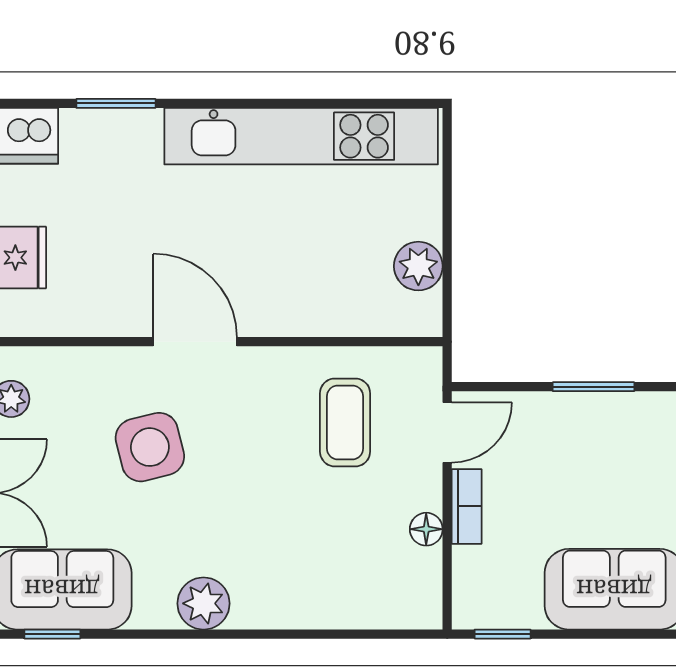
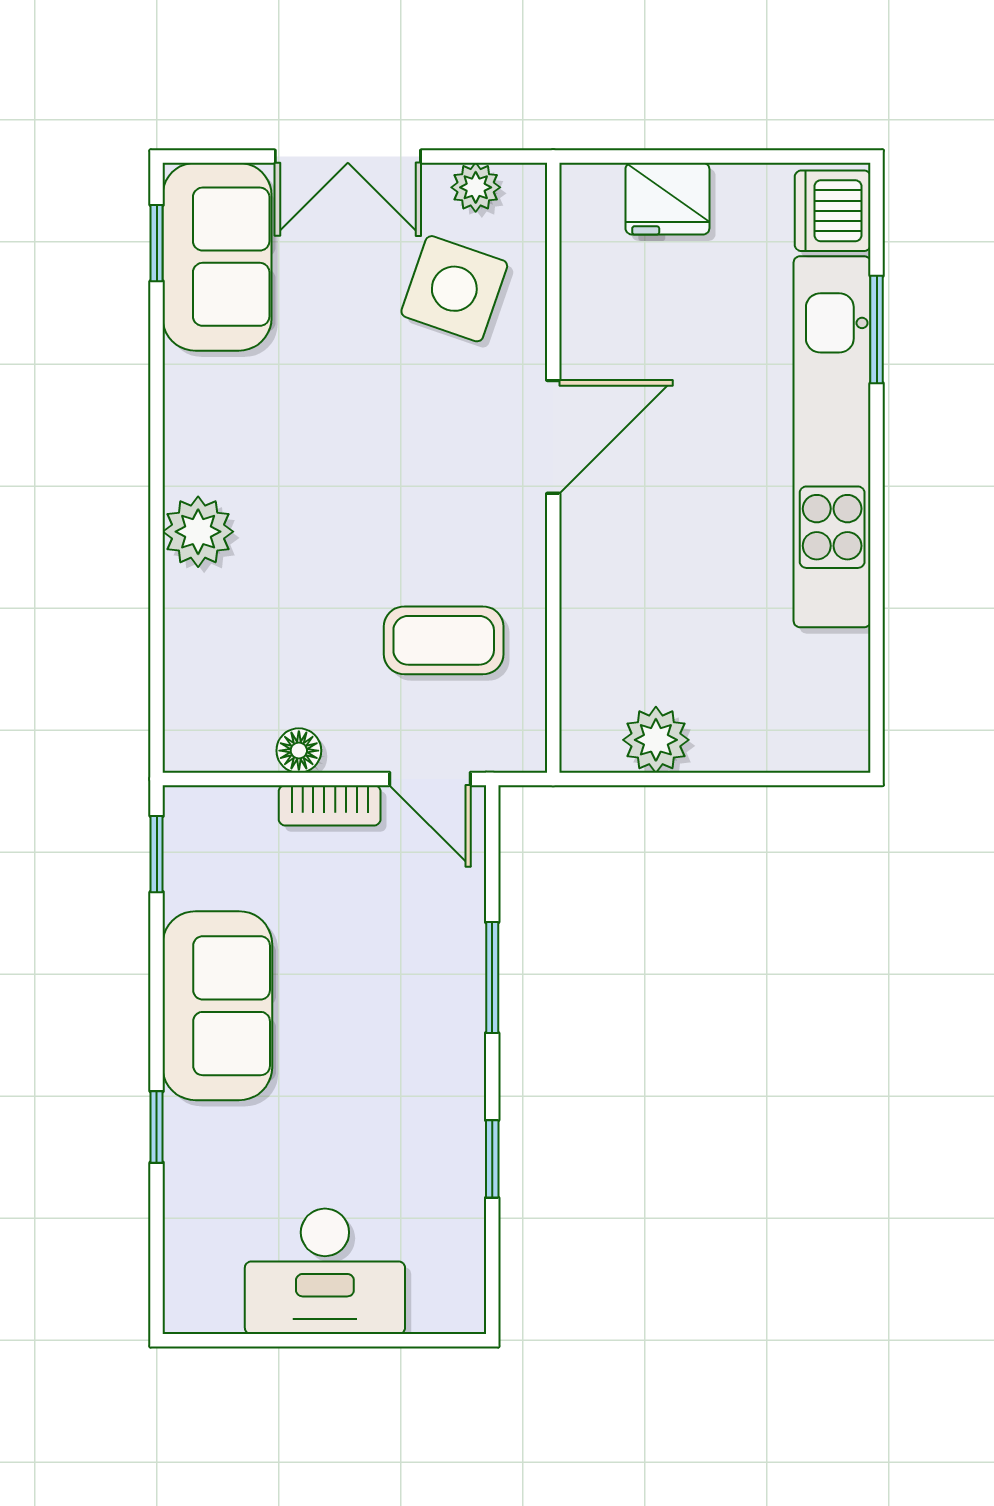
kitchen unit: (301, 136) -> (832, 442), moved
side table: (150, 447) -> (454, 289), moved, turned 33
plant: (203, 603) -> (198, 532), moved

